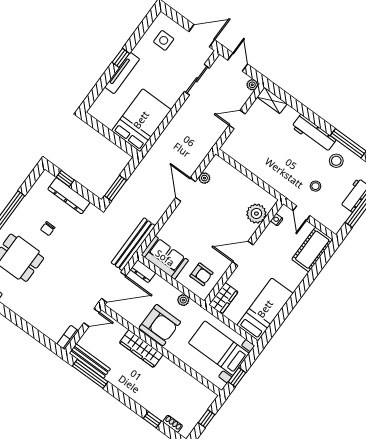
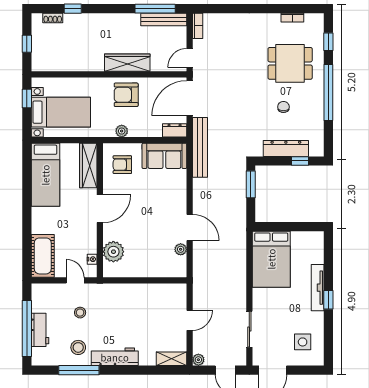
wardrobe: (223, 298) -> (88, 165), width x1.50
armchair: (160, 325) -> (126, 95), width x0.73, depth x0.73

